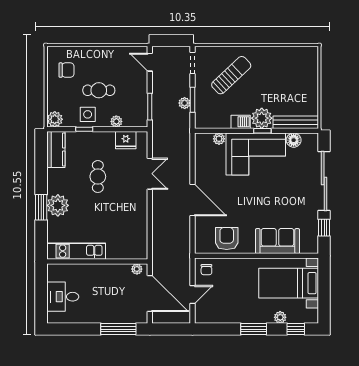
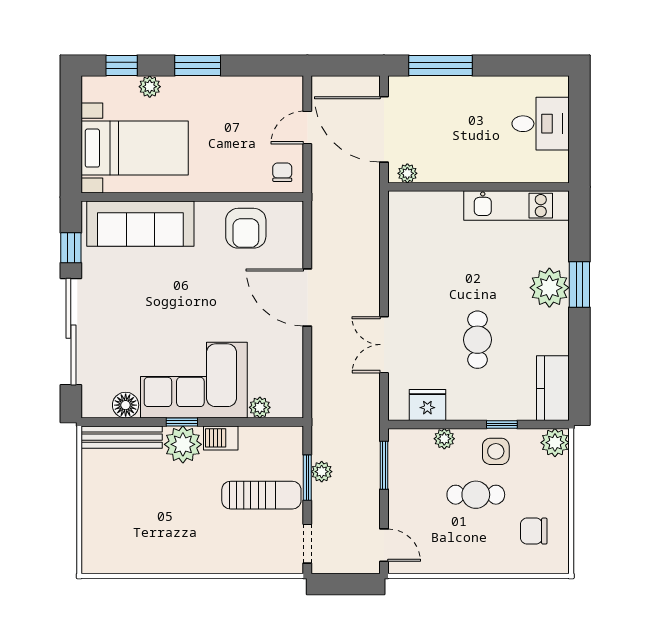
sun lounger: (231, 75) -> (261, 495), moved, turned -137
sofa: (277, 241) -> (140, 224), width x1.36

